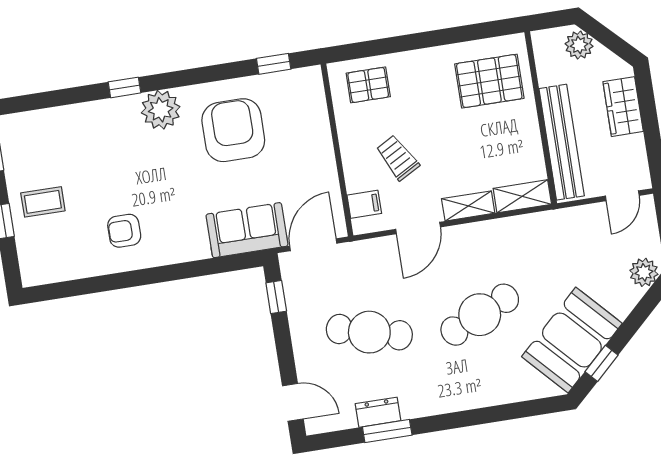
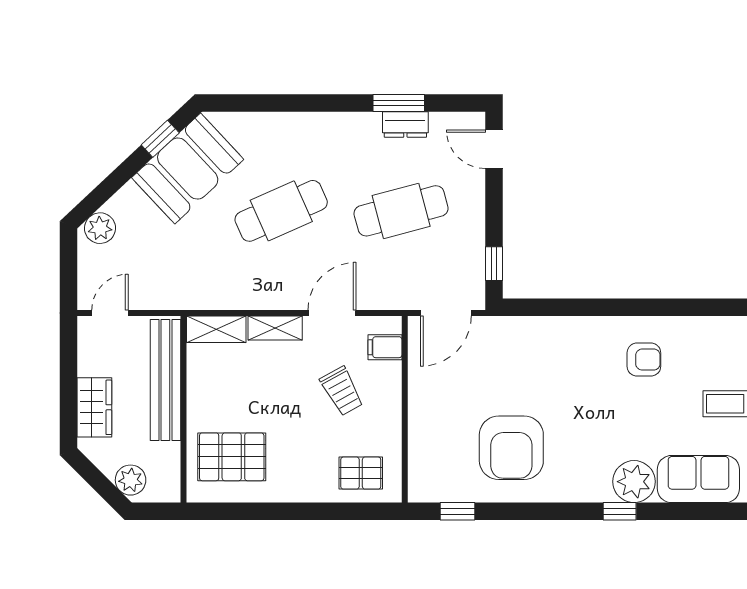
plant: (161, 110) -> (634, 482), moved
sofa: (247, 230) -> (698, 479), moved, turned 180
cafe table: (369, 332) -> (401, 211), turned -30

